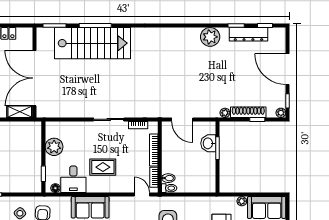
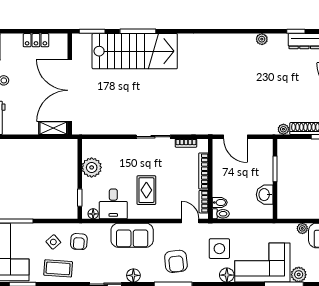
plant: (210, 37) -> (262, 39), width x0.53, depth x0.53
washbasin: (208, 143) -> (265, 195), moved
rug: (103, 167) -> (146, 190), turned 90

